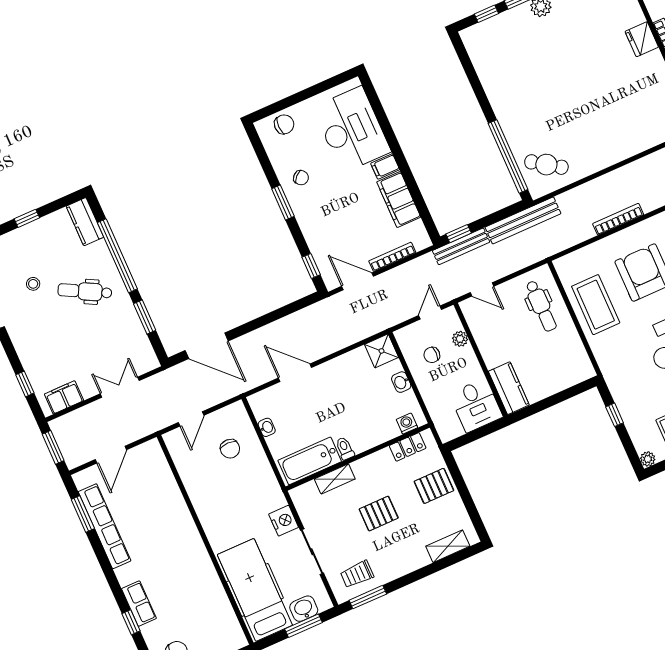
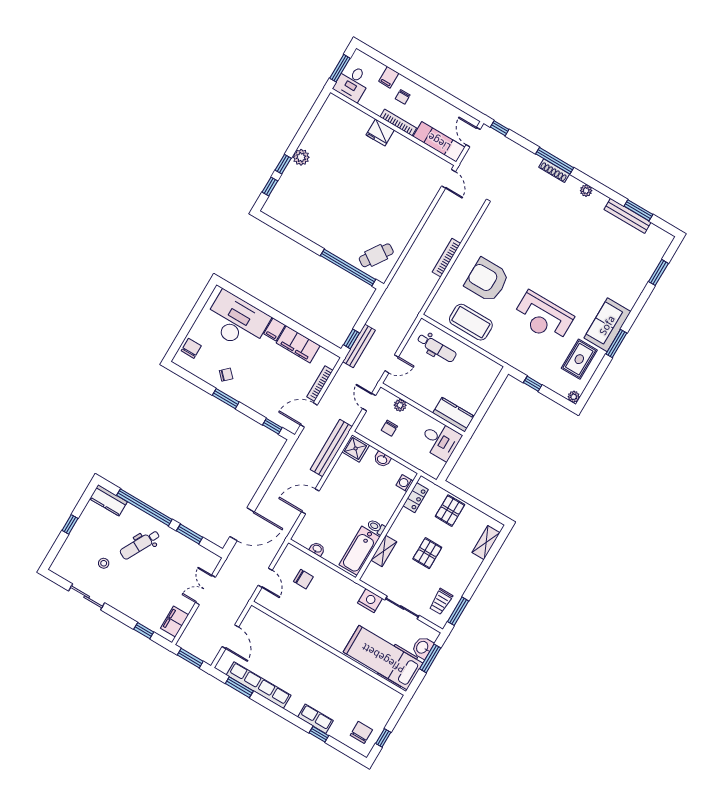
bench: (523, 220) -> (331, 448), moved

